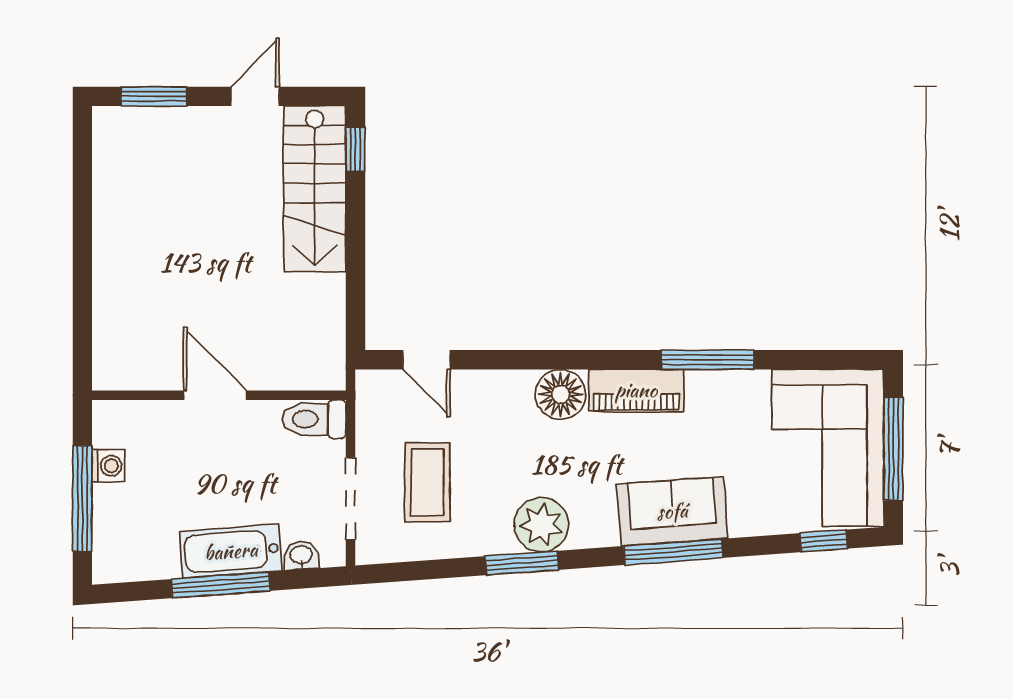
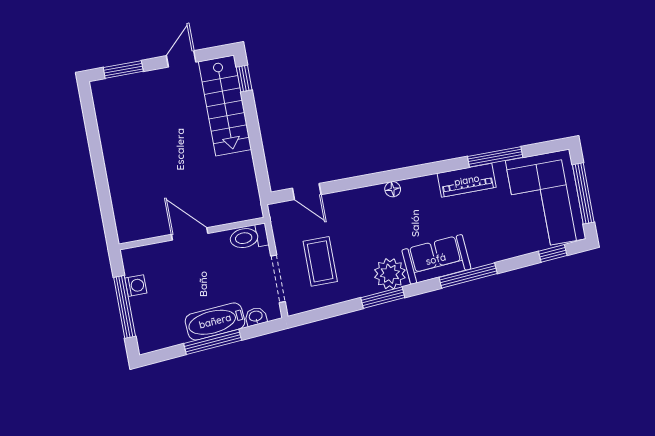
window: (707, 360) -> (495, 157), moved
piano: (636, 390) -> (467, 180), moved
floor lamp: (561, 394) -> (393, 189), width x0.53, depth x0.53
sofa: (672, 511) -> (436, 259), moved

